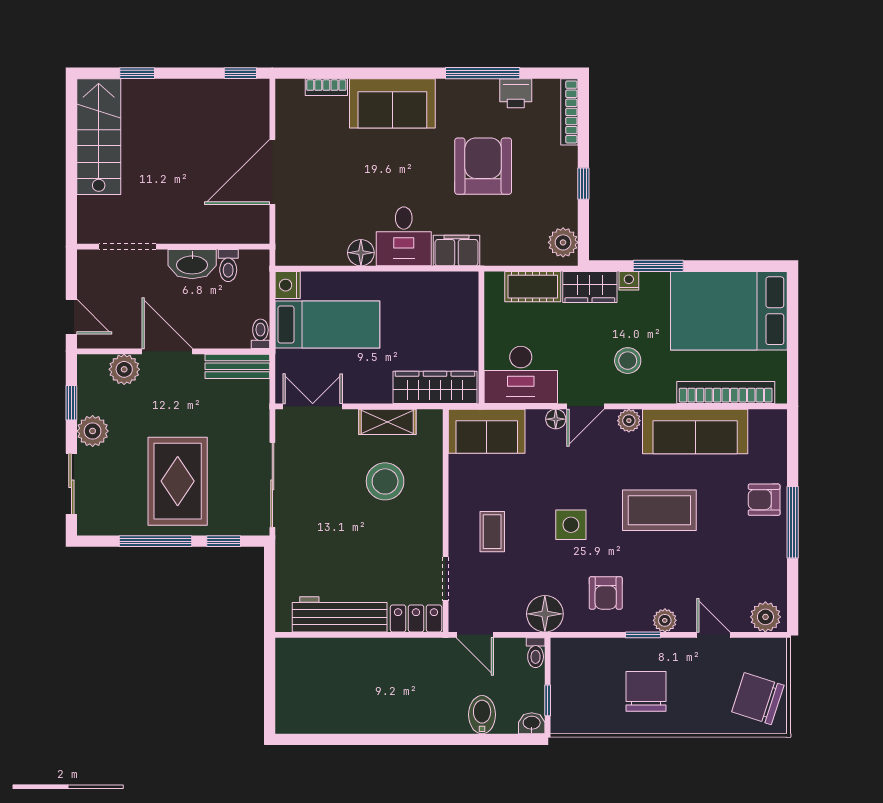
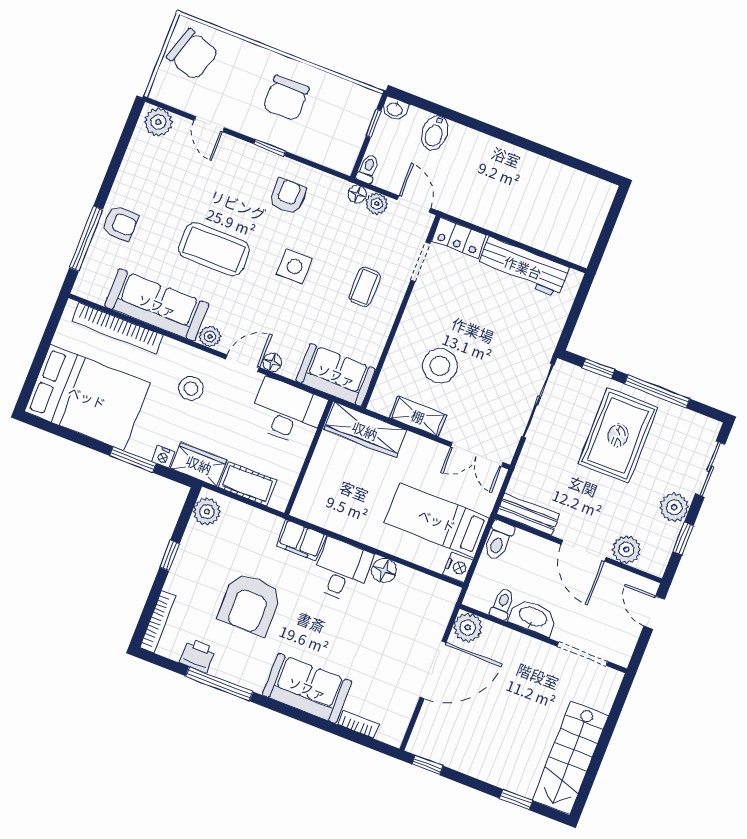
plant: (254, 228) -> (468, 627), added
toilet: (260, 334) -> (498, 541), width x1.37, depth x1.39
window: (793, 522) -> (86, 239), moved
floor lamp: (545, 614) -> (357, 194), width x0.53, depth x0.53
plant: (665, 620) -> (377, 204), moved

